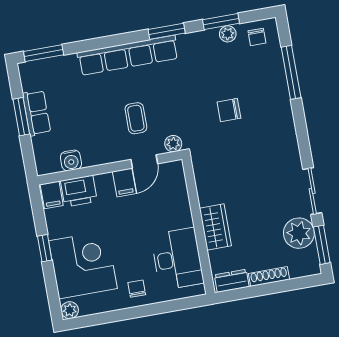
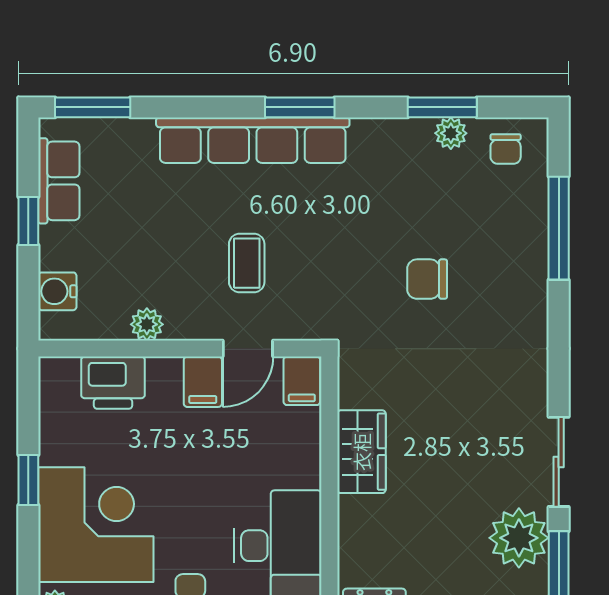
window: (167, 31) -> (300, 107), moved
row of seats: (37, 113) -> (59, 181), moved
window: (21, 117) -> (28, 221), width x0.67
plant: (173, 144) -> (147, 324), moved
water cooler: (71, 160) -> (57, 291), moved, turned 90
filing cabinet: (52, 195) -> (302, 381), moved
wardrobe: (215, 227) -> (361, 452), moved

